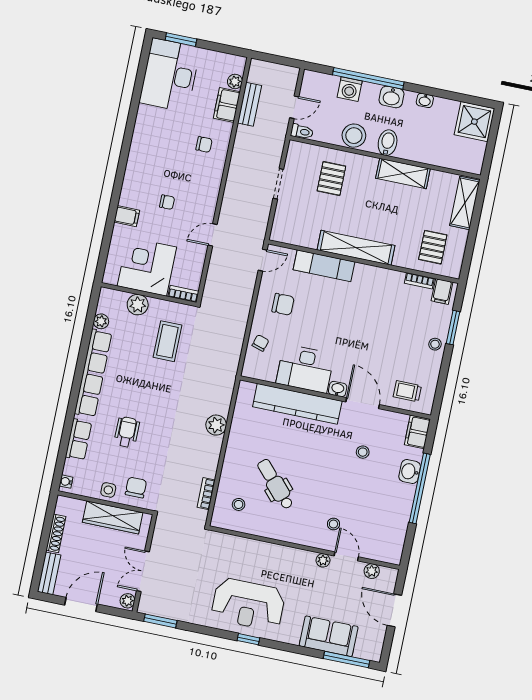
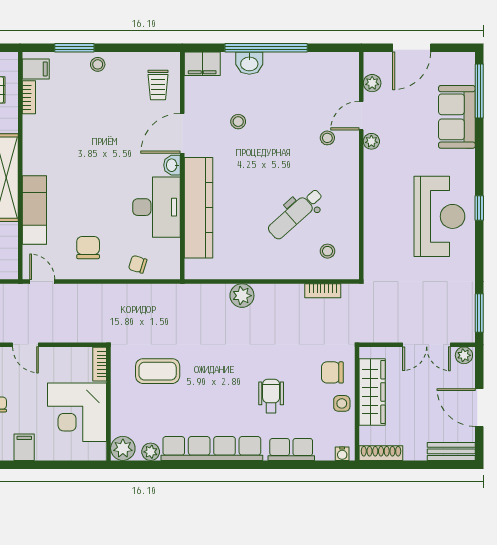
plant: (138, 305) -> (123, 448), moved
wheelchair: (127, 432) -> (271, 396), turned 90
shoe rack: (56, 533) -> (381, 453), moved

